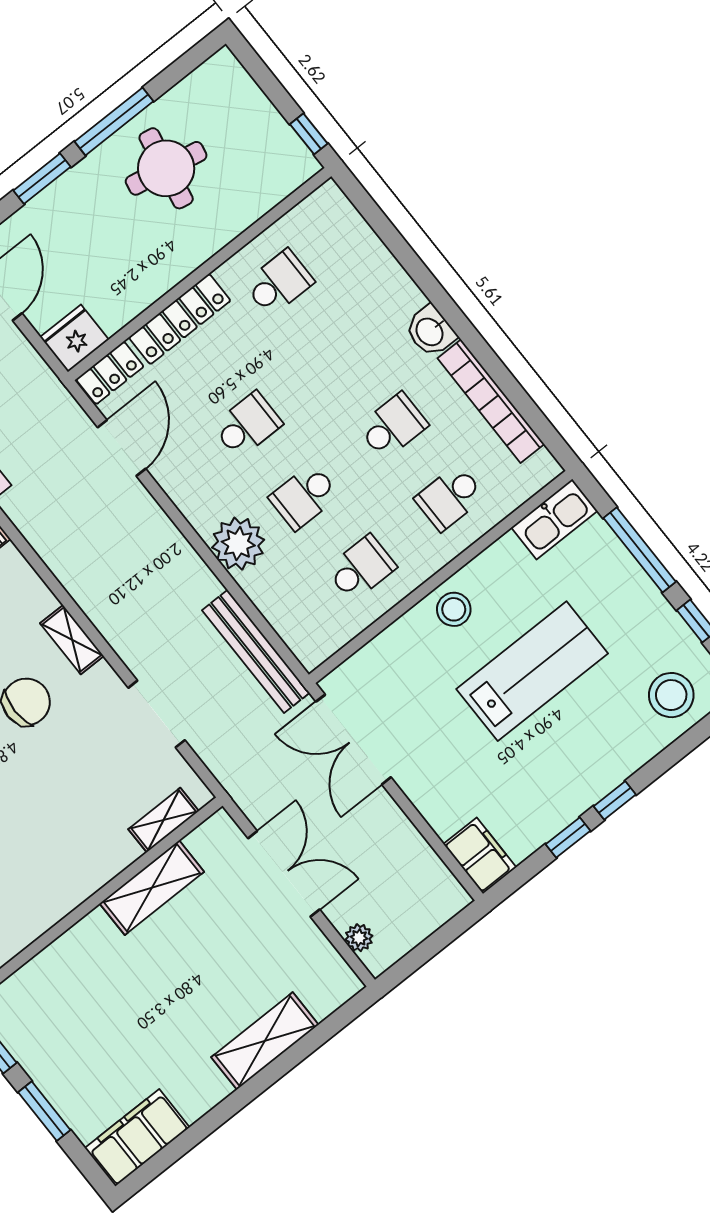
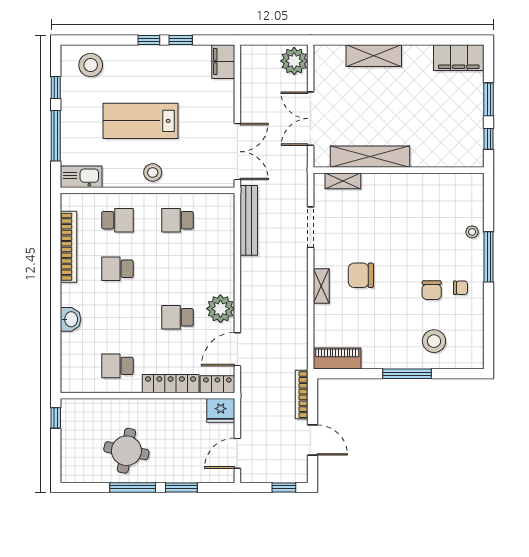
washbasin: (430, 331) -> (71, 319), moved
school desk: (304, 497) -> (178, 269), removed
plant: (238, 544) -> (220, 309), moved
shelving: (152, 888) -> (370, 157), width x1.47
plant: (359, 938) -> (294, 61), width x1.87, depth x1.87

